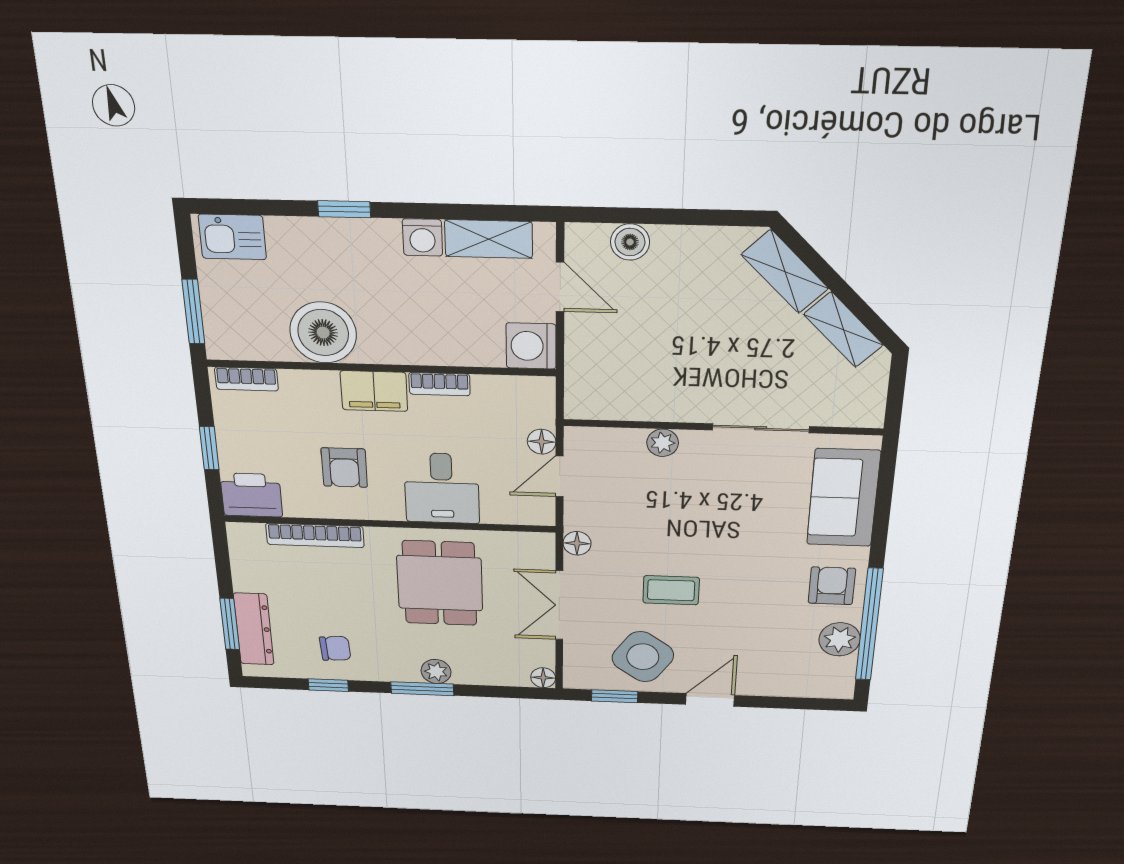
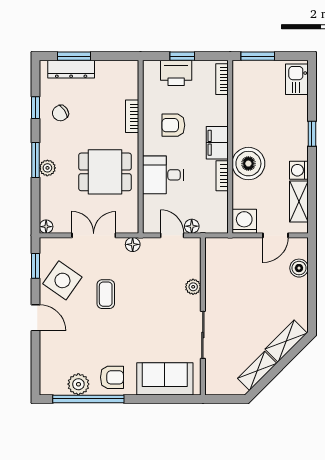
boiler: (323, 333) -> (248, 164), moved
printer: (251, 495) -> (176, 73), moved, turned 90
bookcase: (315, 535) -> (132, 116), width x0.64
chair: (335, 648) -> (60, 113), turned 60

